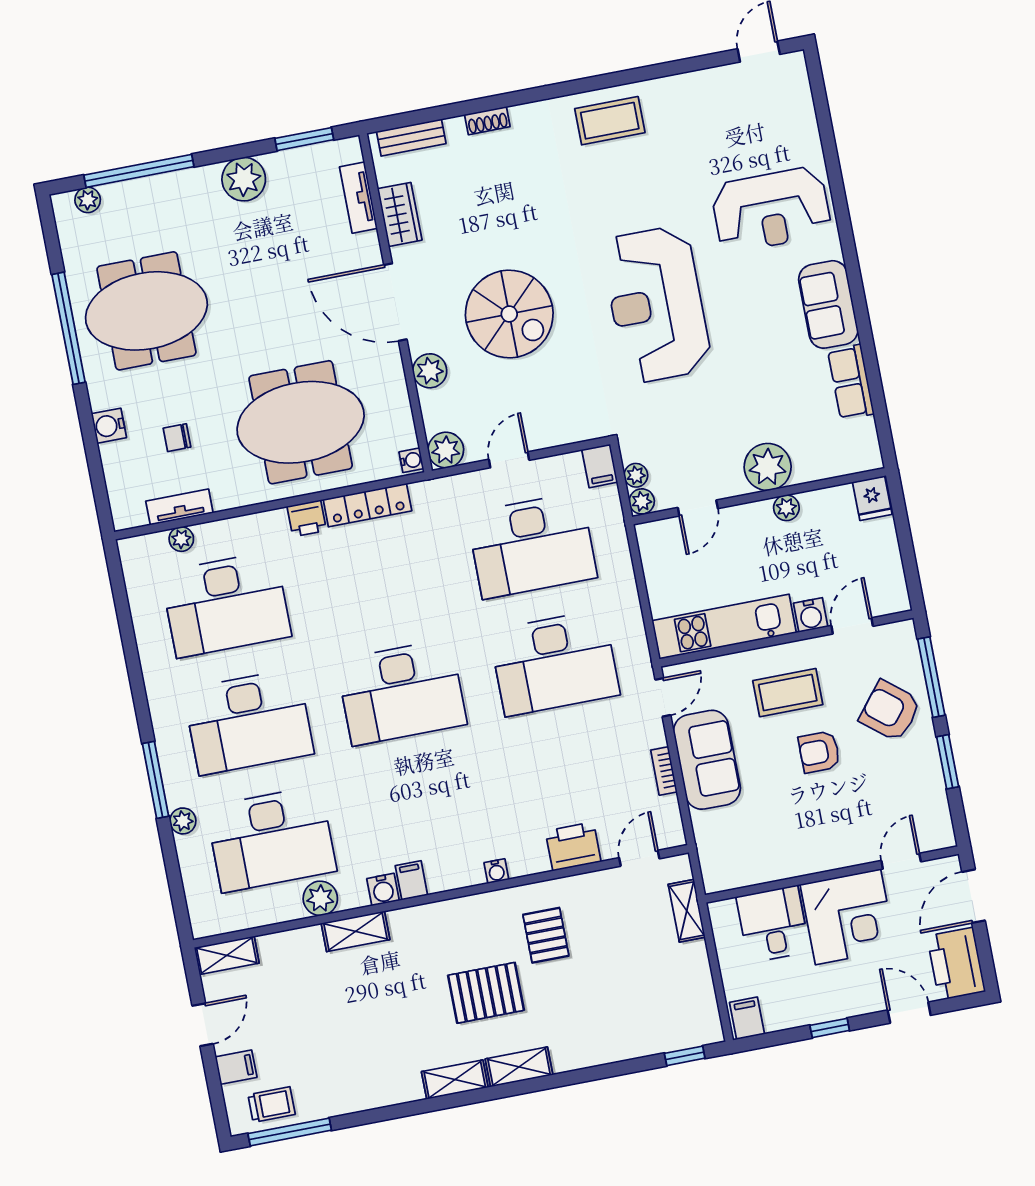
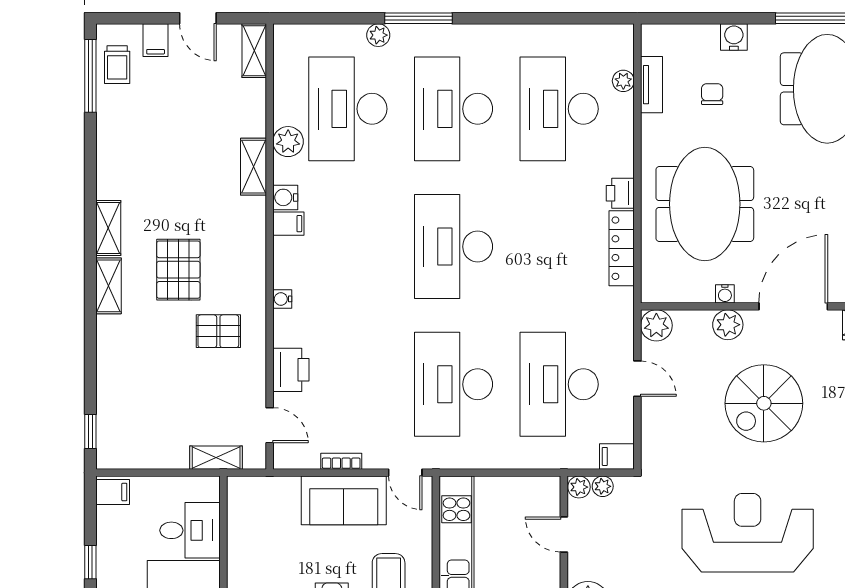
water cooler: (411, 460) -> (725, 294), moved

